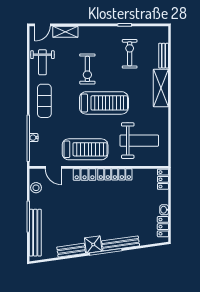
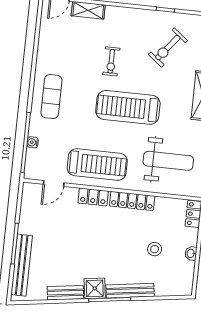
exercise bike: (130, 54) -> (168, 48), turned -142
weight bench: (42, 62) -> (54, 47), removed
exercise bike: (87, 69) -> (111, 61), width x0.73, depth x0.72
treadmill: (104, 103) -> (128, 107), turned 180
door: (53, 167) -> (54, 183), hinge flipped
stool: (36, 188) -> (155, 249), moved
locker: (163, 227) -> (187, 275), removed

